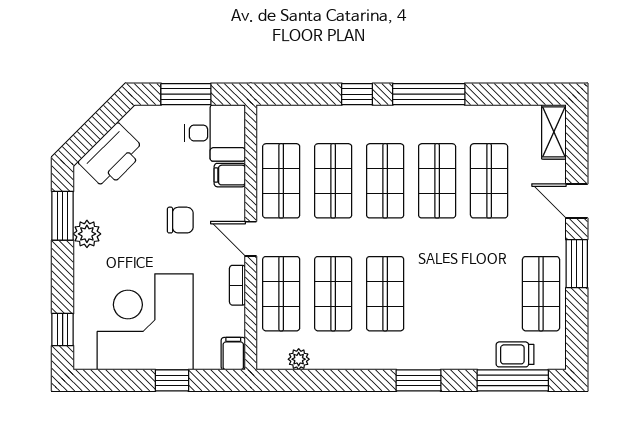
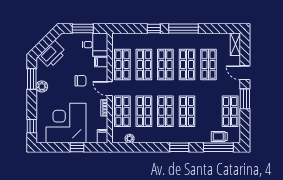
shop shelf: (437, 294) -> (187, 111), added

